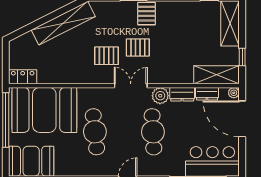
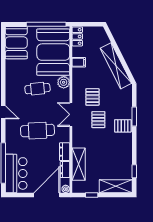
filing cabinet: (58, 75) -> (79, 62), added
shelving: (217, 75) -> (79, 164), moved
double door: (131, 86) -> (71, 114), swing flipped
plant: (160, 96) -> (64, 82), moved
cafe table: (95, 132) -> (38, 89), width x0.73, depth x0.74

